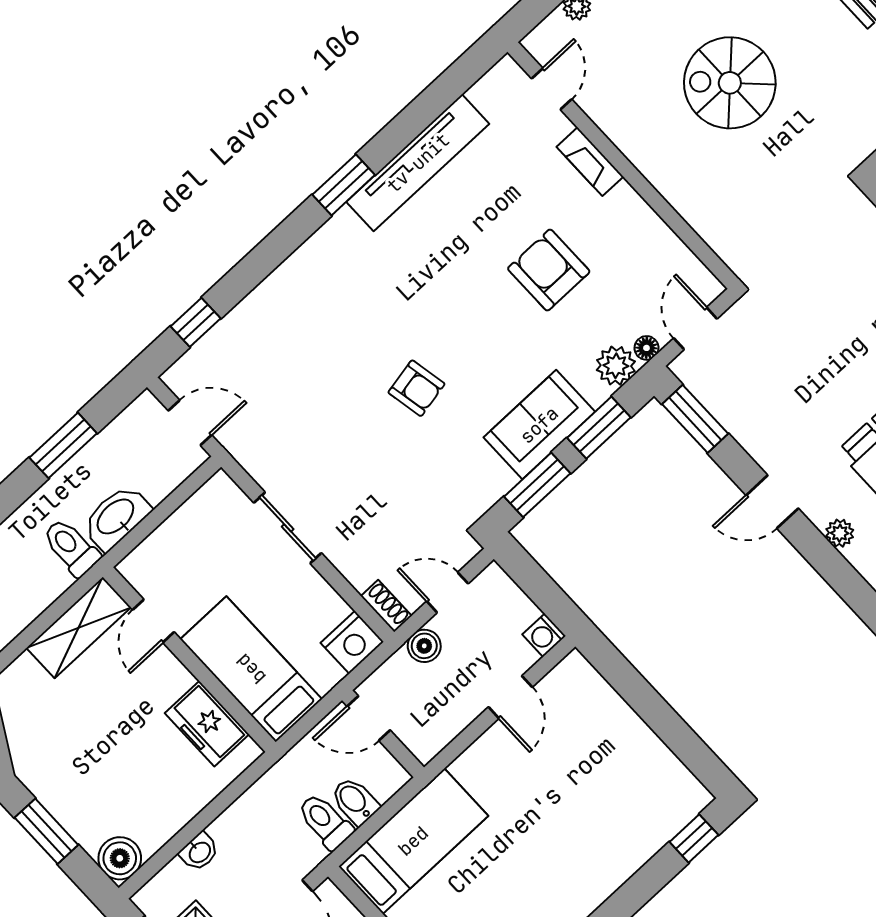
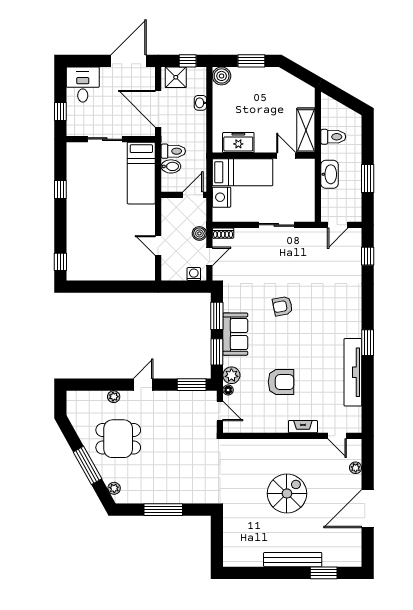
toilet: (71, 547) -> (333, 137), moved
washing machine: (544, 635) -> (194, 274), moved
nightstand: (352, 642) -> (222, 197), moved

